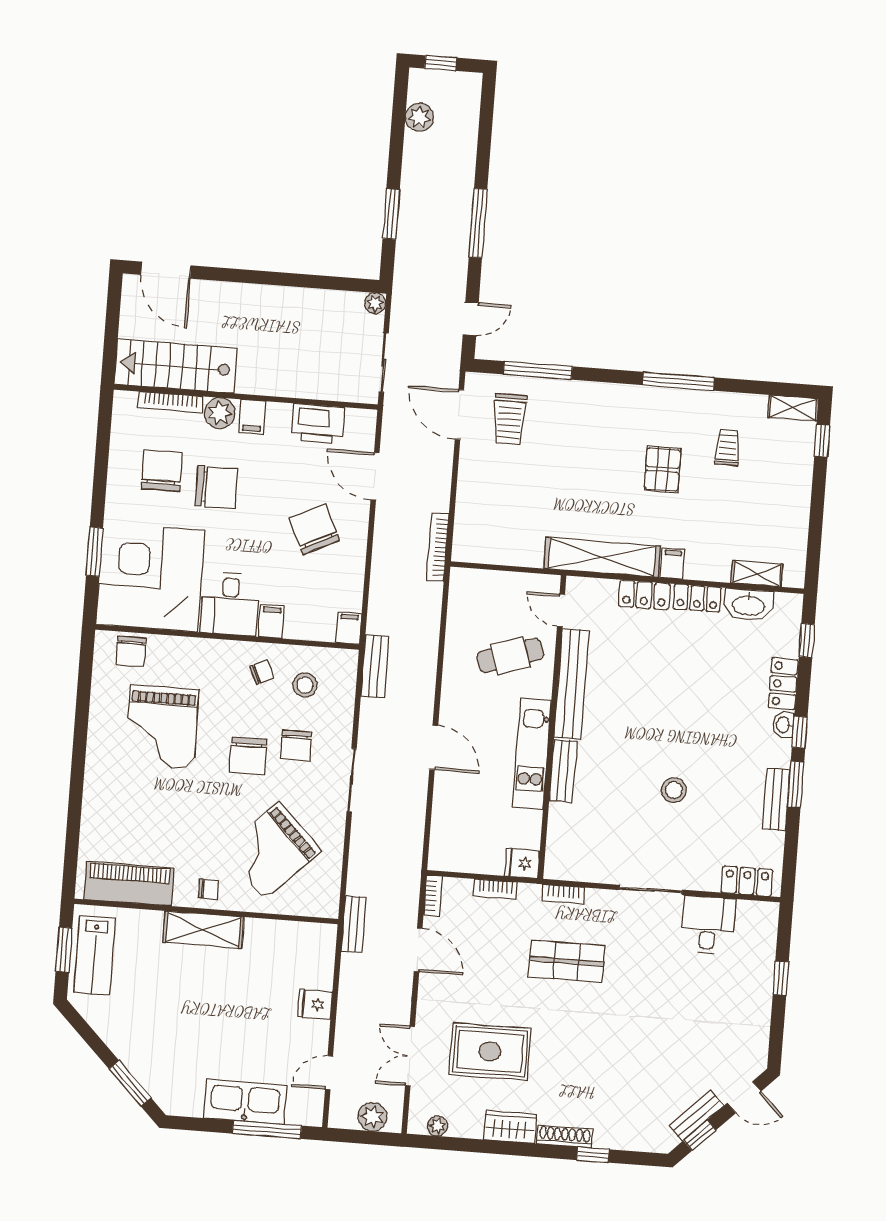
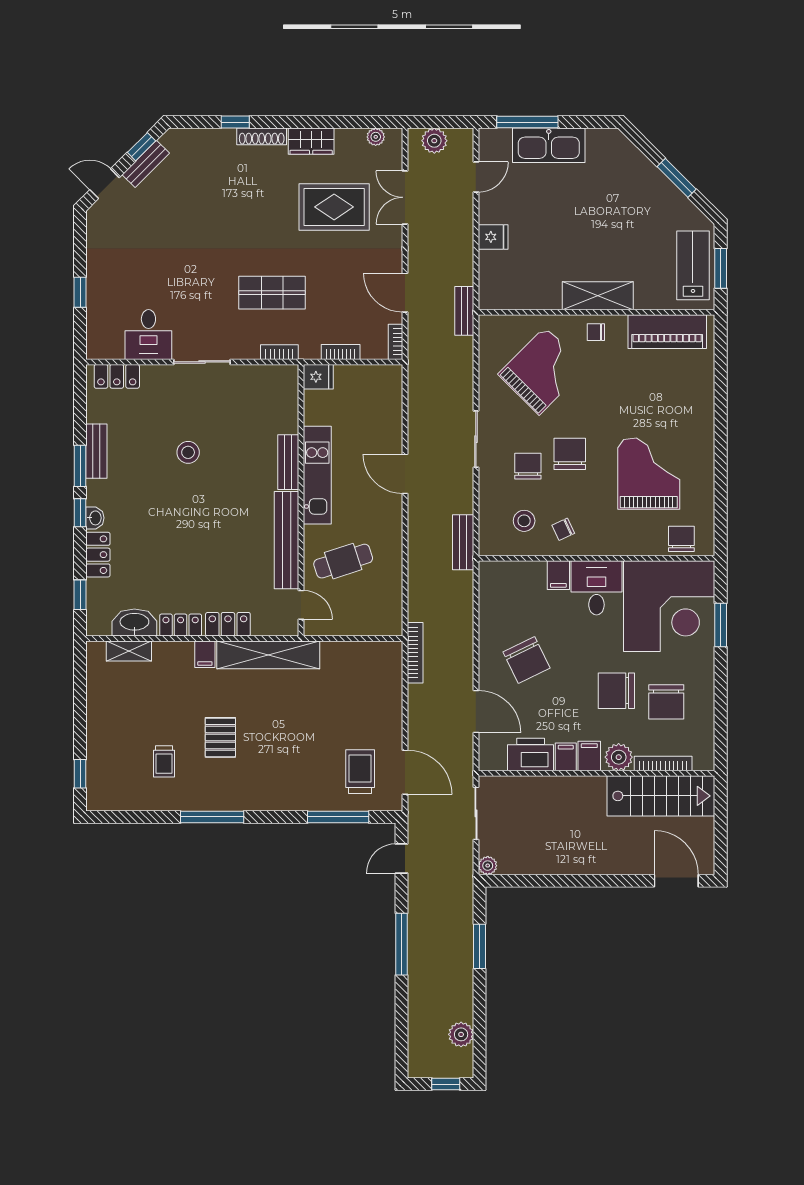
shelving: (793, 408) -> (108, 801), removed
filing cabinet: (349, 628) -> (566, 757), moved, turned 180
double door: (410, 1056) -> (405, 197), swing flipped
window: (130, 1083) -> (677, 178), moved

